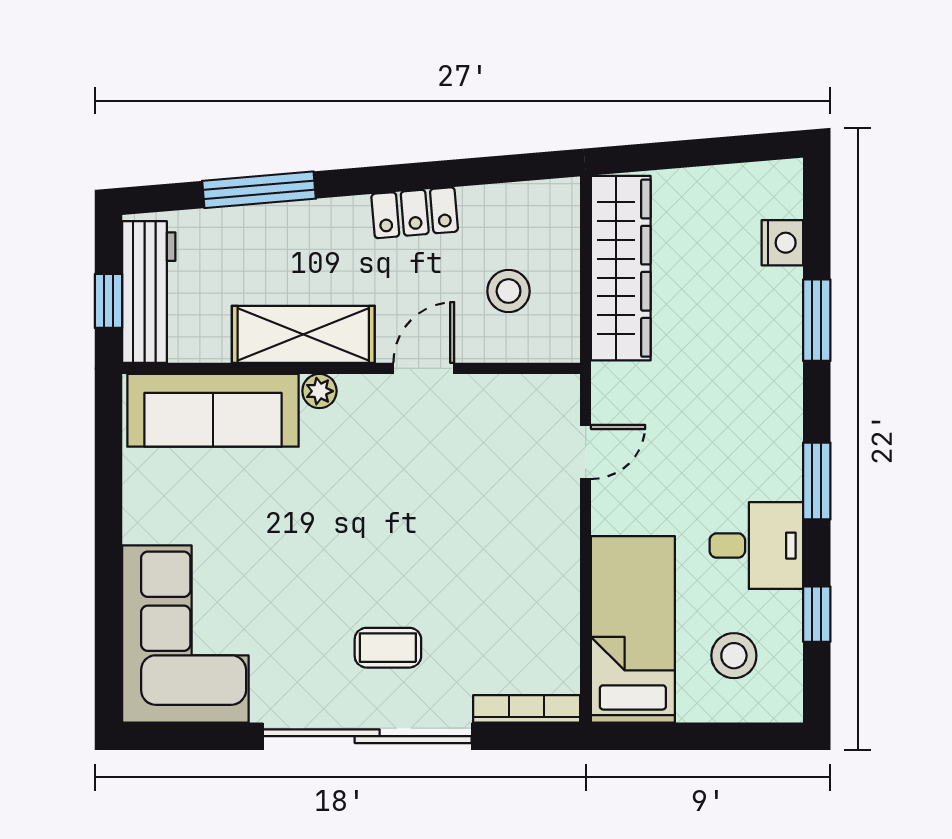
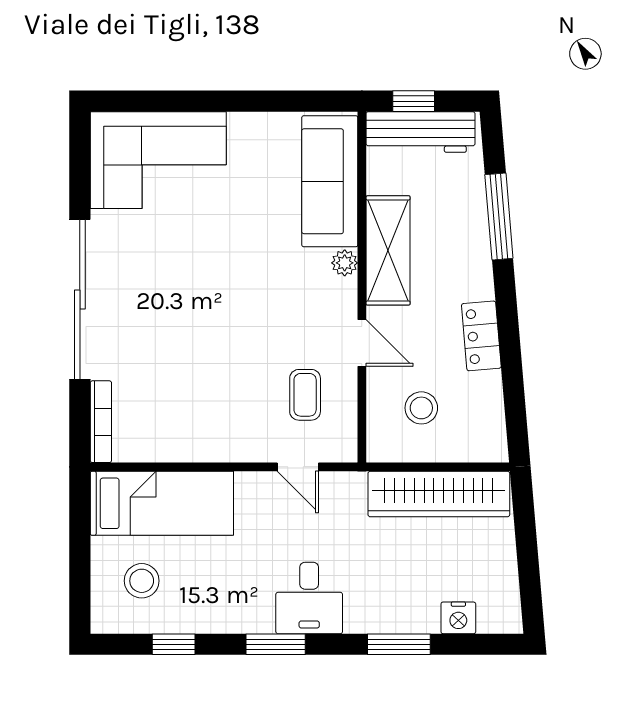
desk: (756, 546) -> (309, 598), moved
coffee table: (388, 648) -> (305, 395), moved

